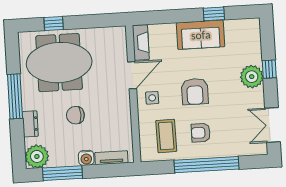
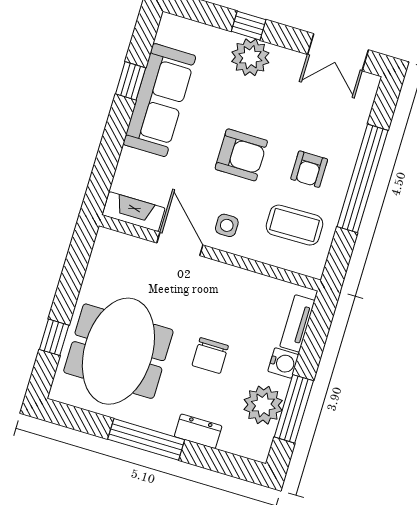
sofa: (201, 35) -> (159, 100), width x1.36
plant: (37, 156) -> (263, 405), moved

